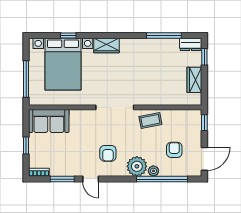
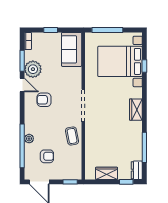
wardrobe: (106, 46) -> (136, 110), moved
plant: (137, 166) -> (33, 69), moved
door: (91, 179) -> (22, 85), swing flipped

